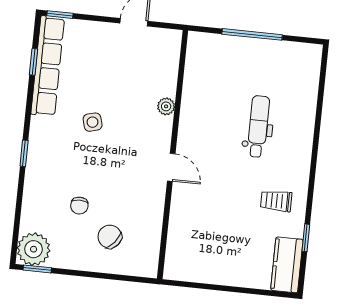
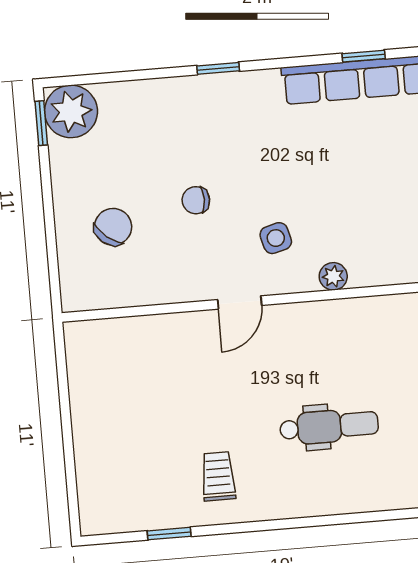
side table: (93, 122) -> (276, 238), moved
chair: (79, 206) -> (196, 200), moved
kitchen counter: (287, 265) -> (121, 512), removed

